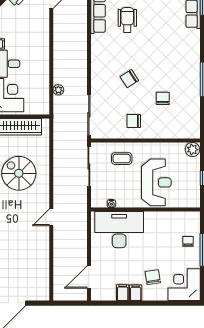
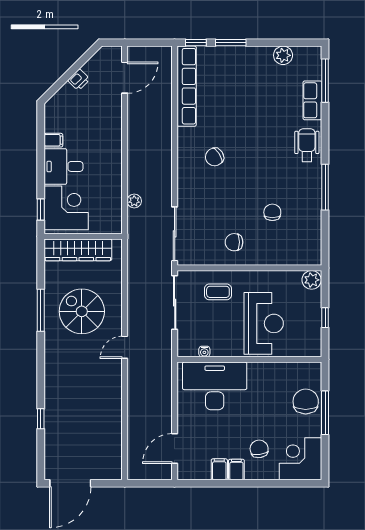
wheelchair: (127, 20) -> (307, 145), moved
chair: (129, 79) -> (215, 157), moved
door: (51, 217) -> (125, 347), moved
chair: (188, 241) -> (306, 401), width x1.87, depth x1.87

